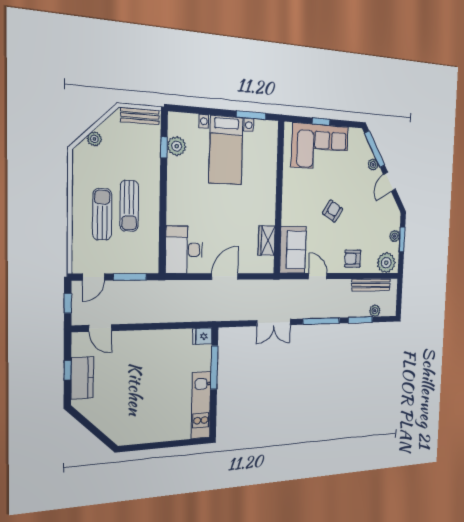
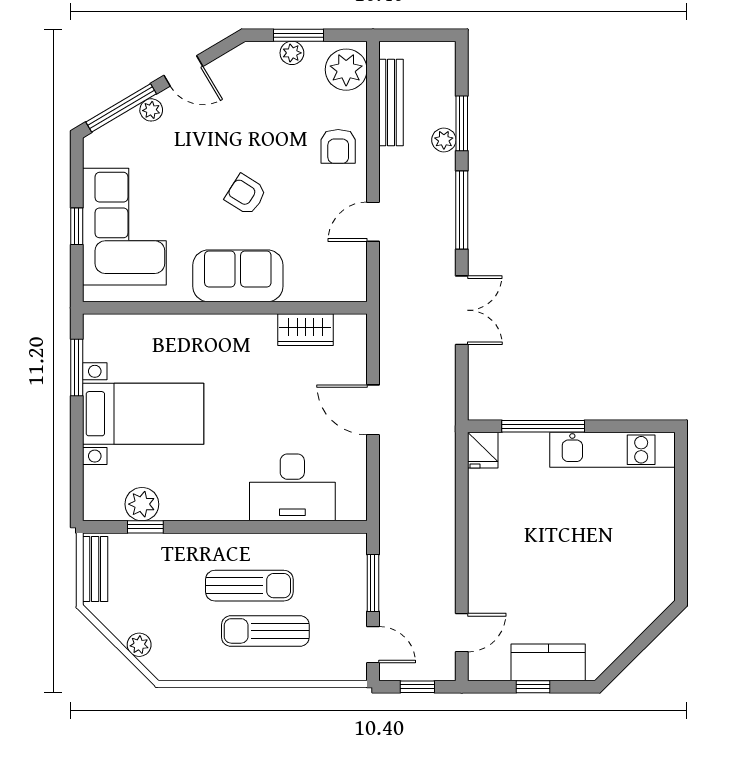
desk: (184, 250) -> (292, 487), moved
sofa: (293, 250) -> (238, 276), moved
plant: (375, 311) -> (444, 140), moved

